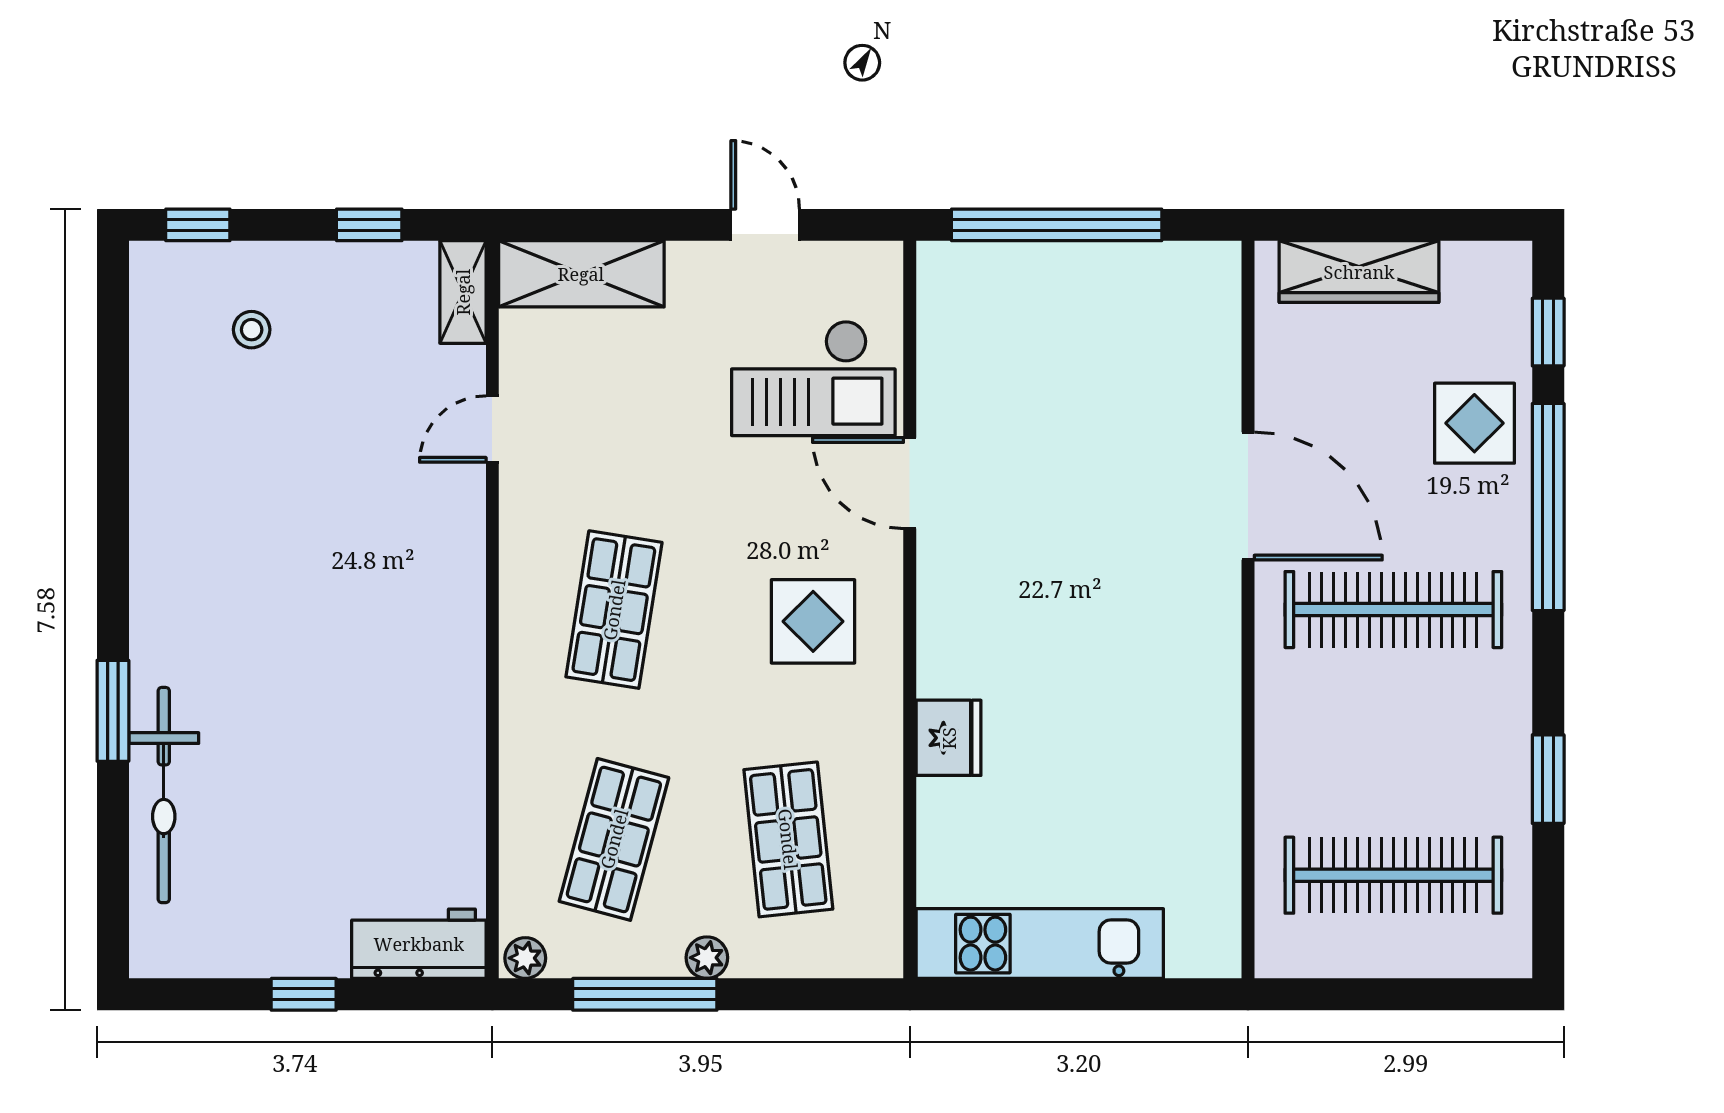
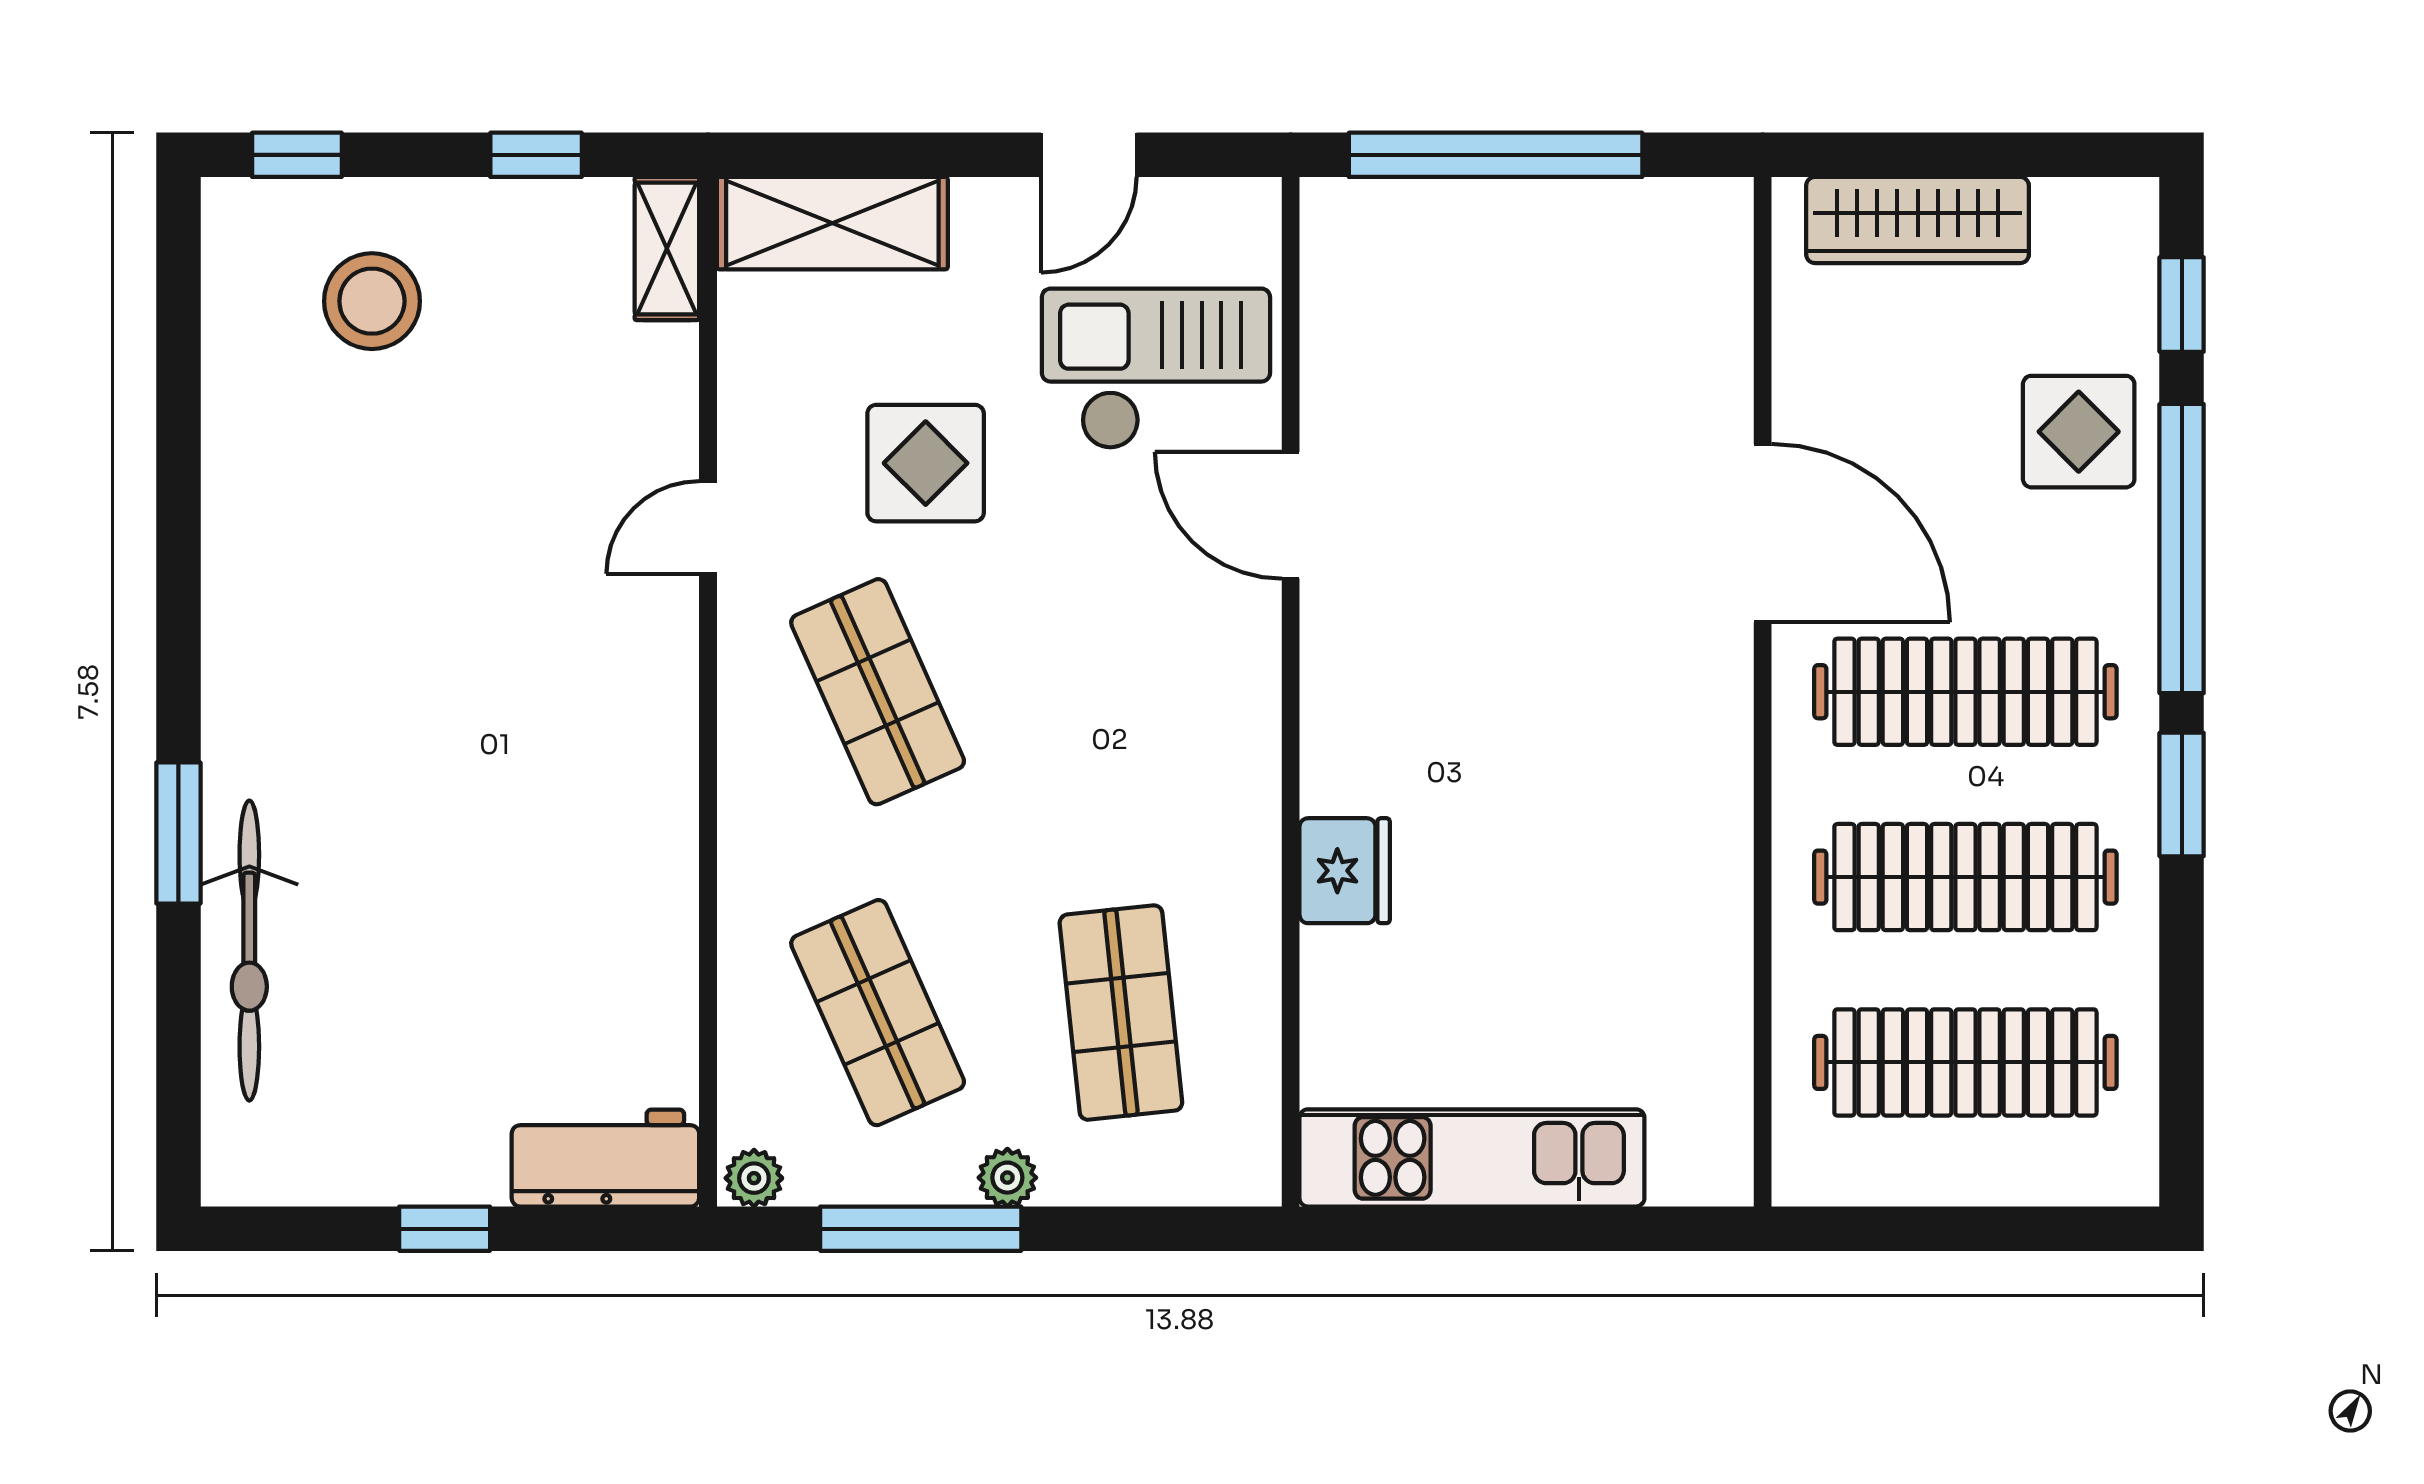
door: (765, 225) -> (1089, 155), swing flipped
stool: (252, 330) -> (372, 301), width x1.89, depth x1.89
checkout: (813, 378) -> (1156, 369), turned 180
door: (492, 429) -> (708, 527), moved
shop shelf: (614, 610) -> (878, 692), turned -33
display table: (813, 621) -> (926, 463), moved
clothes rail: (1393, 742) -> (1965, 877), added
window: (1548, 779) -> (2182, 795), moved
shop shelf: (614, 839) -> (878, 1013), turned -39

